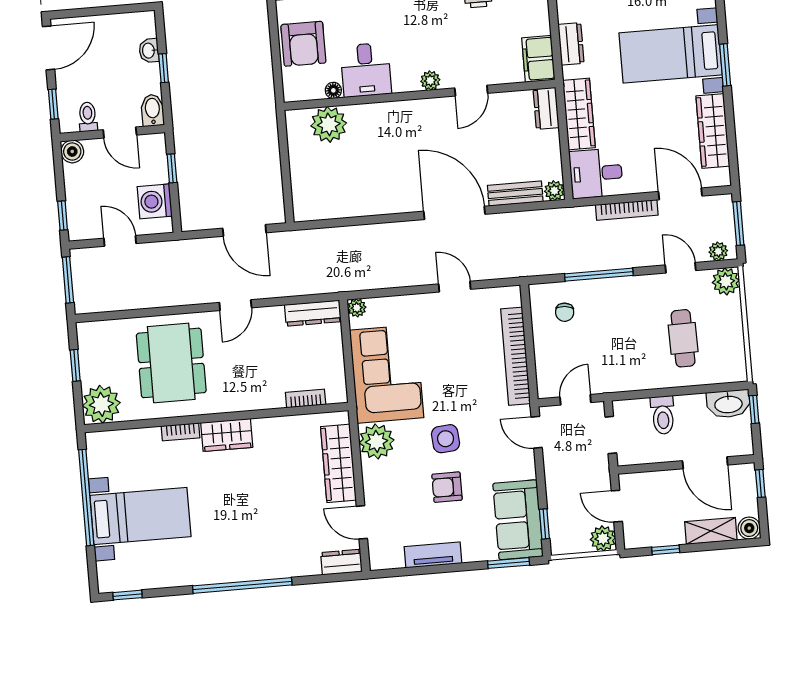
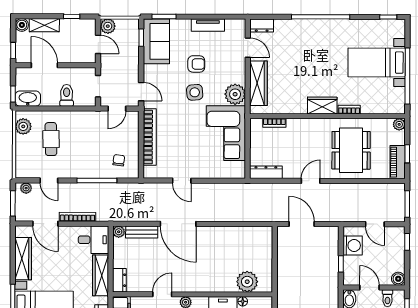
plant: (726, 281) -> (23, 126), moved
plant: (357, 308) -> (240, 173), removed
piano: (90, 350) -> (398, 162), added
plant: (101, 404) -> (399, 124), width x0.53, depth x0.53

